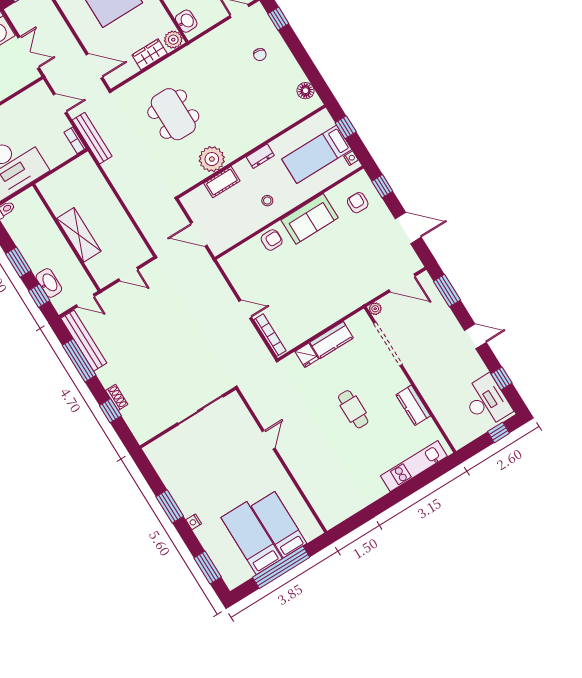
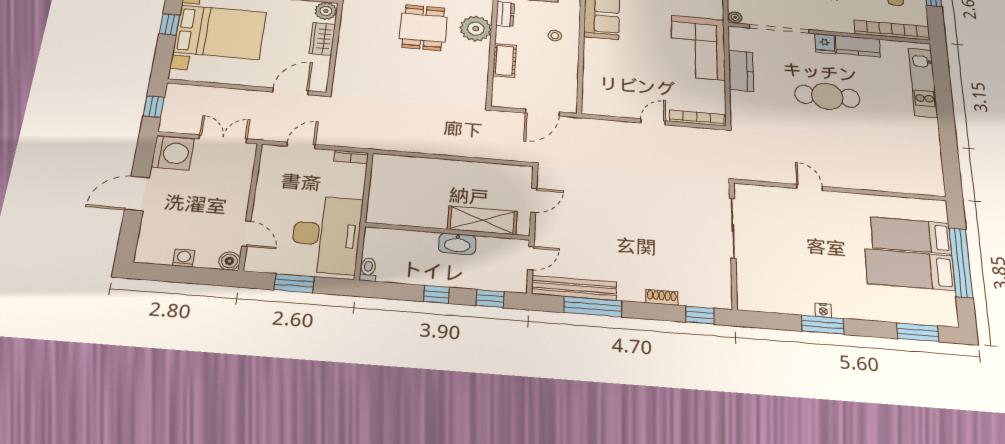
dining table: (173, 114) -> (423, 28), moved, width x0.73
bench: (92, 138) -> (362, 141), removed
plant: (212, 159) -> (476, 29), moved
shelving: (79, 235) -> (482, 220), moved
armchair: (272, 240) -> (598, 57), removed
window: (18, 262) -> (437, 294), width x0.67
washbasin: (49, 283) -> (457, 244), moved, turned 180
corner sofa: (330, 300) -> (698, 48), added
fridge: (307, 355) -> (825, 44), moved, turned 90
cafe table: (353, 409) -> (827, 96), width x1.37, depth x1.35
window: (110, 411) -> (700, 315), moved
bookcase: (446, 420) -> (892, 30), added
nightstand: (194, 522) -> (823, 310), moved

